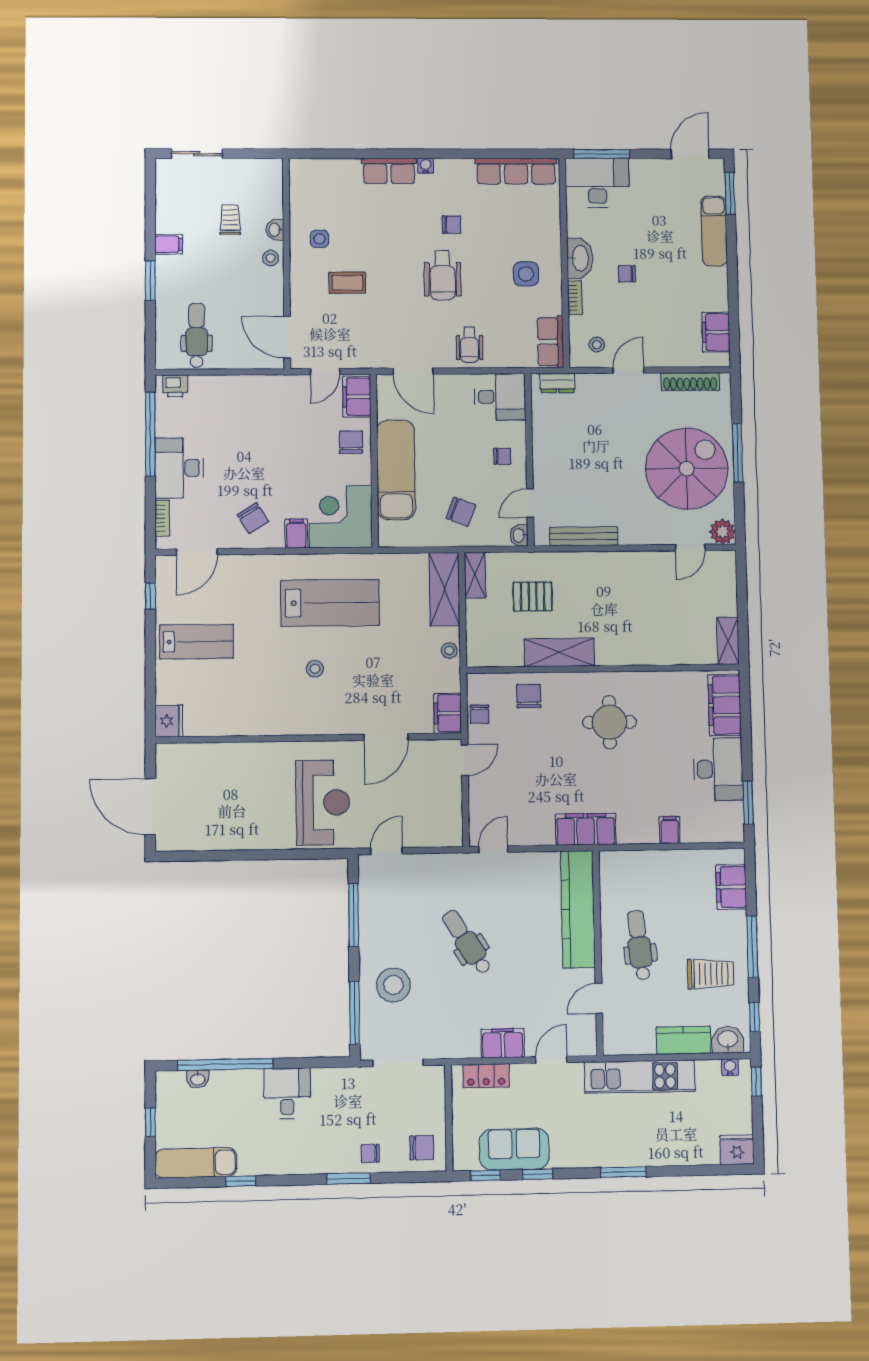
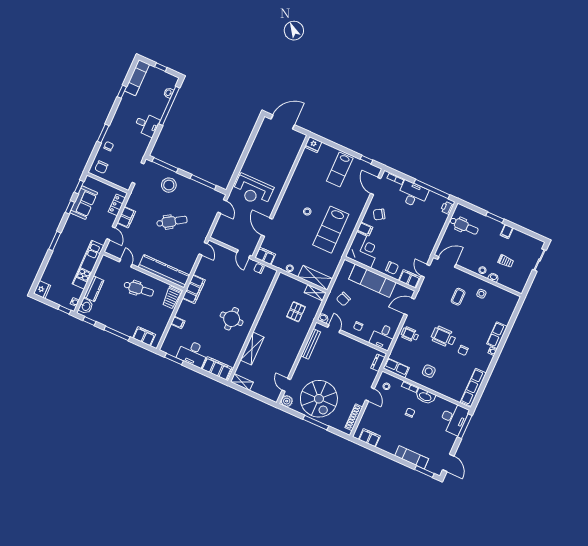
shelving: (559, 652) -> (252, 349), moved
chair: (529, 696) -> (257, 291), removed
trolley: (711, 974) -> (172, 297), moved

